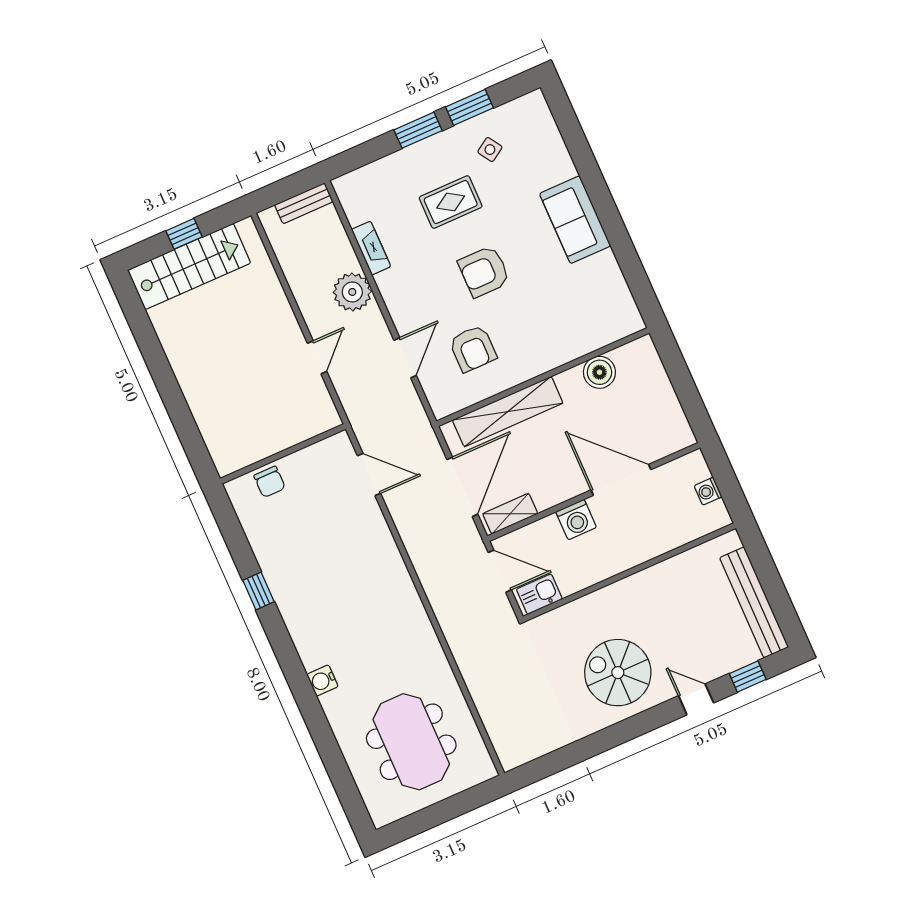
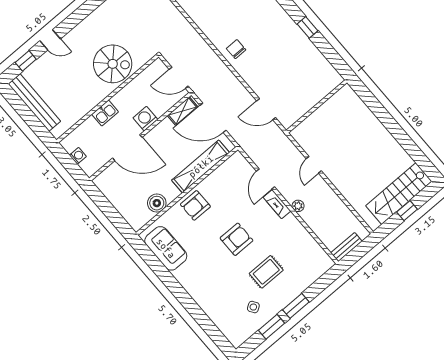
sofa: (575, 220) -> (166, 248), moved
fireplace: (371, 248) -> (277, 204), moved
plant: (352, 292) -> (298, 206), width x0.53, depth x0.53
armchair: (473, 349) -> (195, 205), moved, turned -90
chair: (270, 482) -> (236, 49), moved
door: (462, 487) -> (213, 118), hinge flipped
kitchen sink: (539, 594) -> (105, 113), moved
spiral stairs: (618, 673) -> (113, 64), moved

